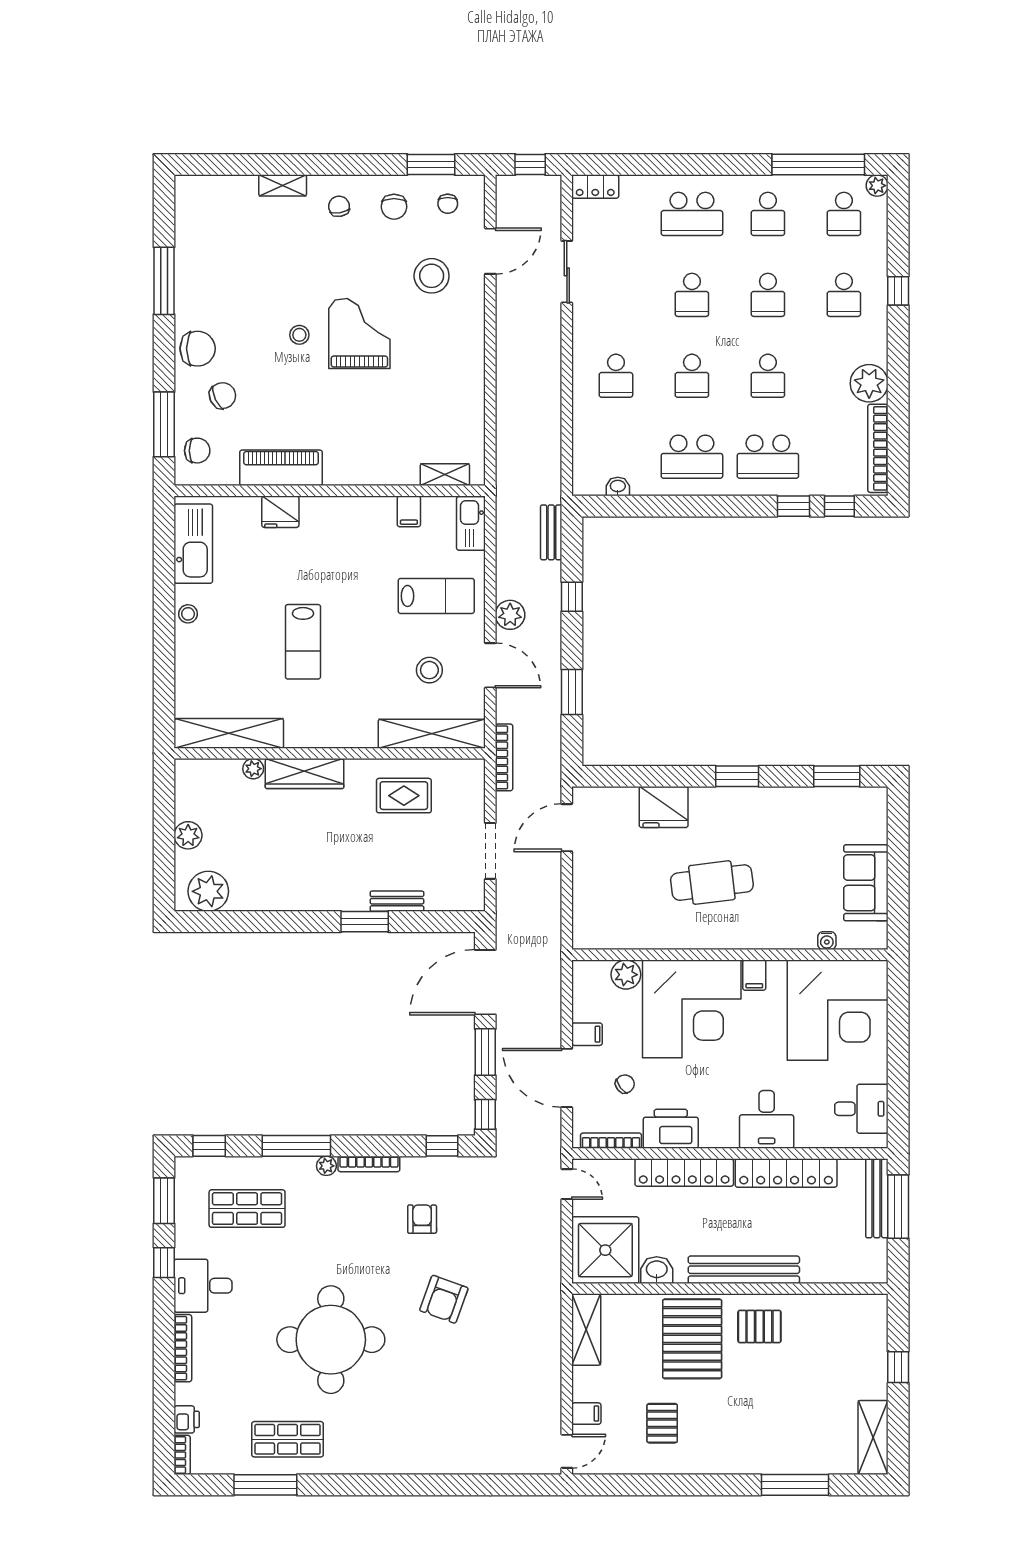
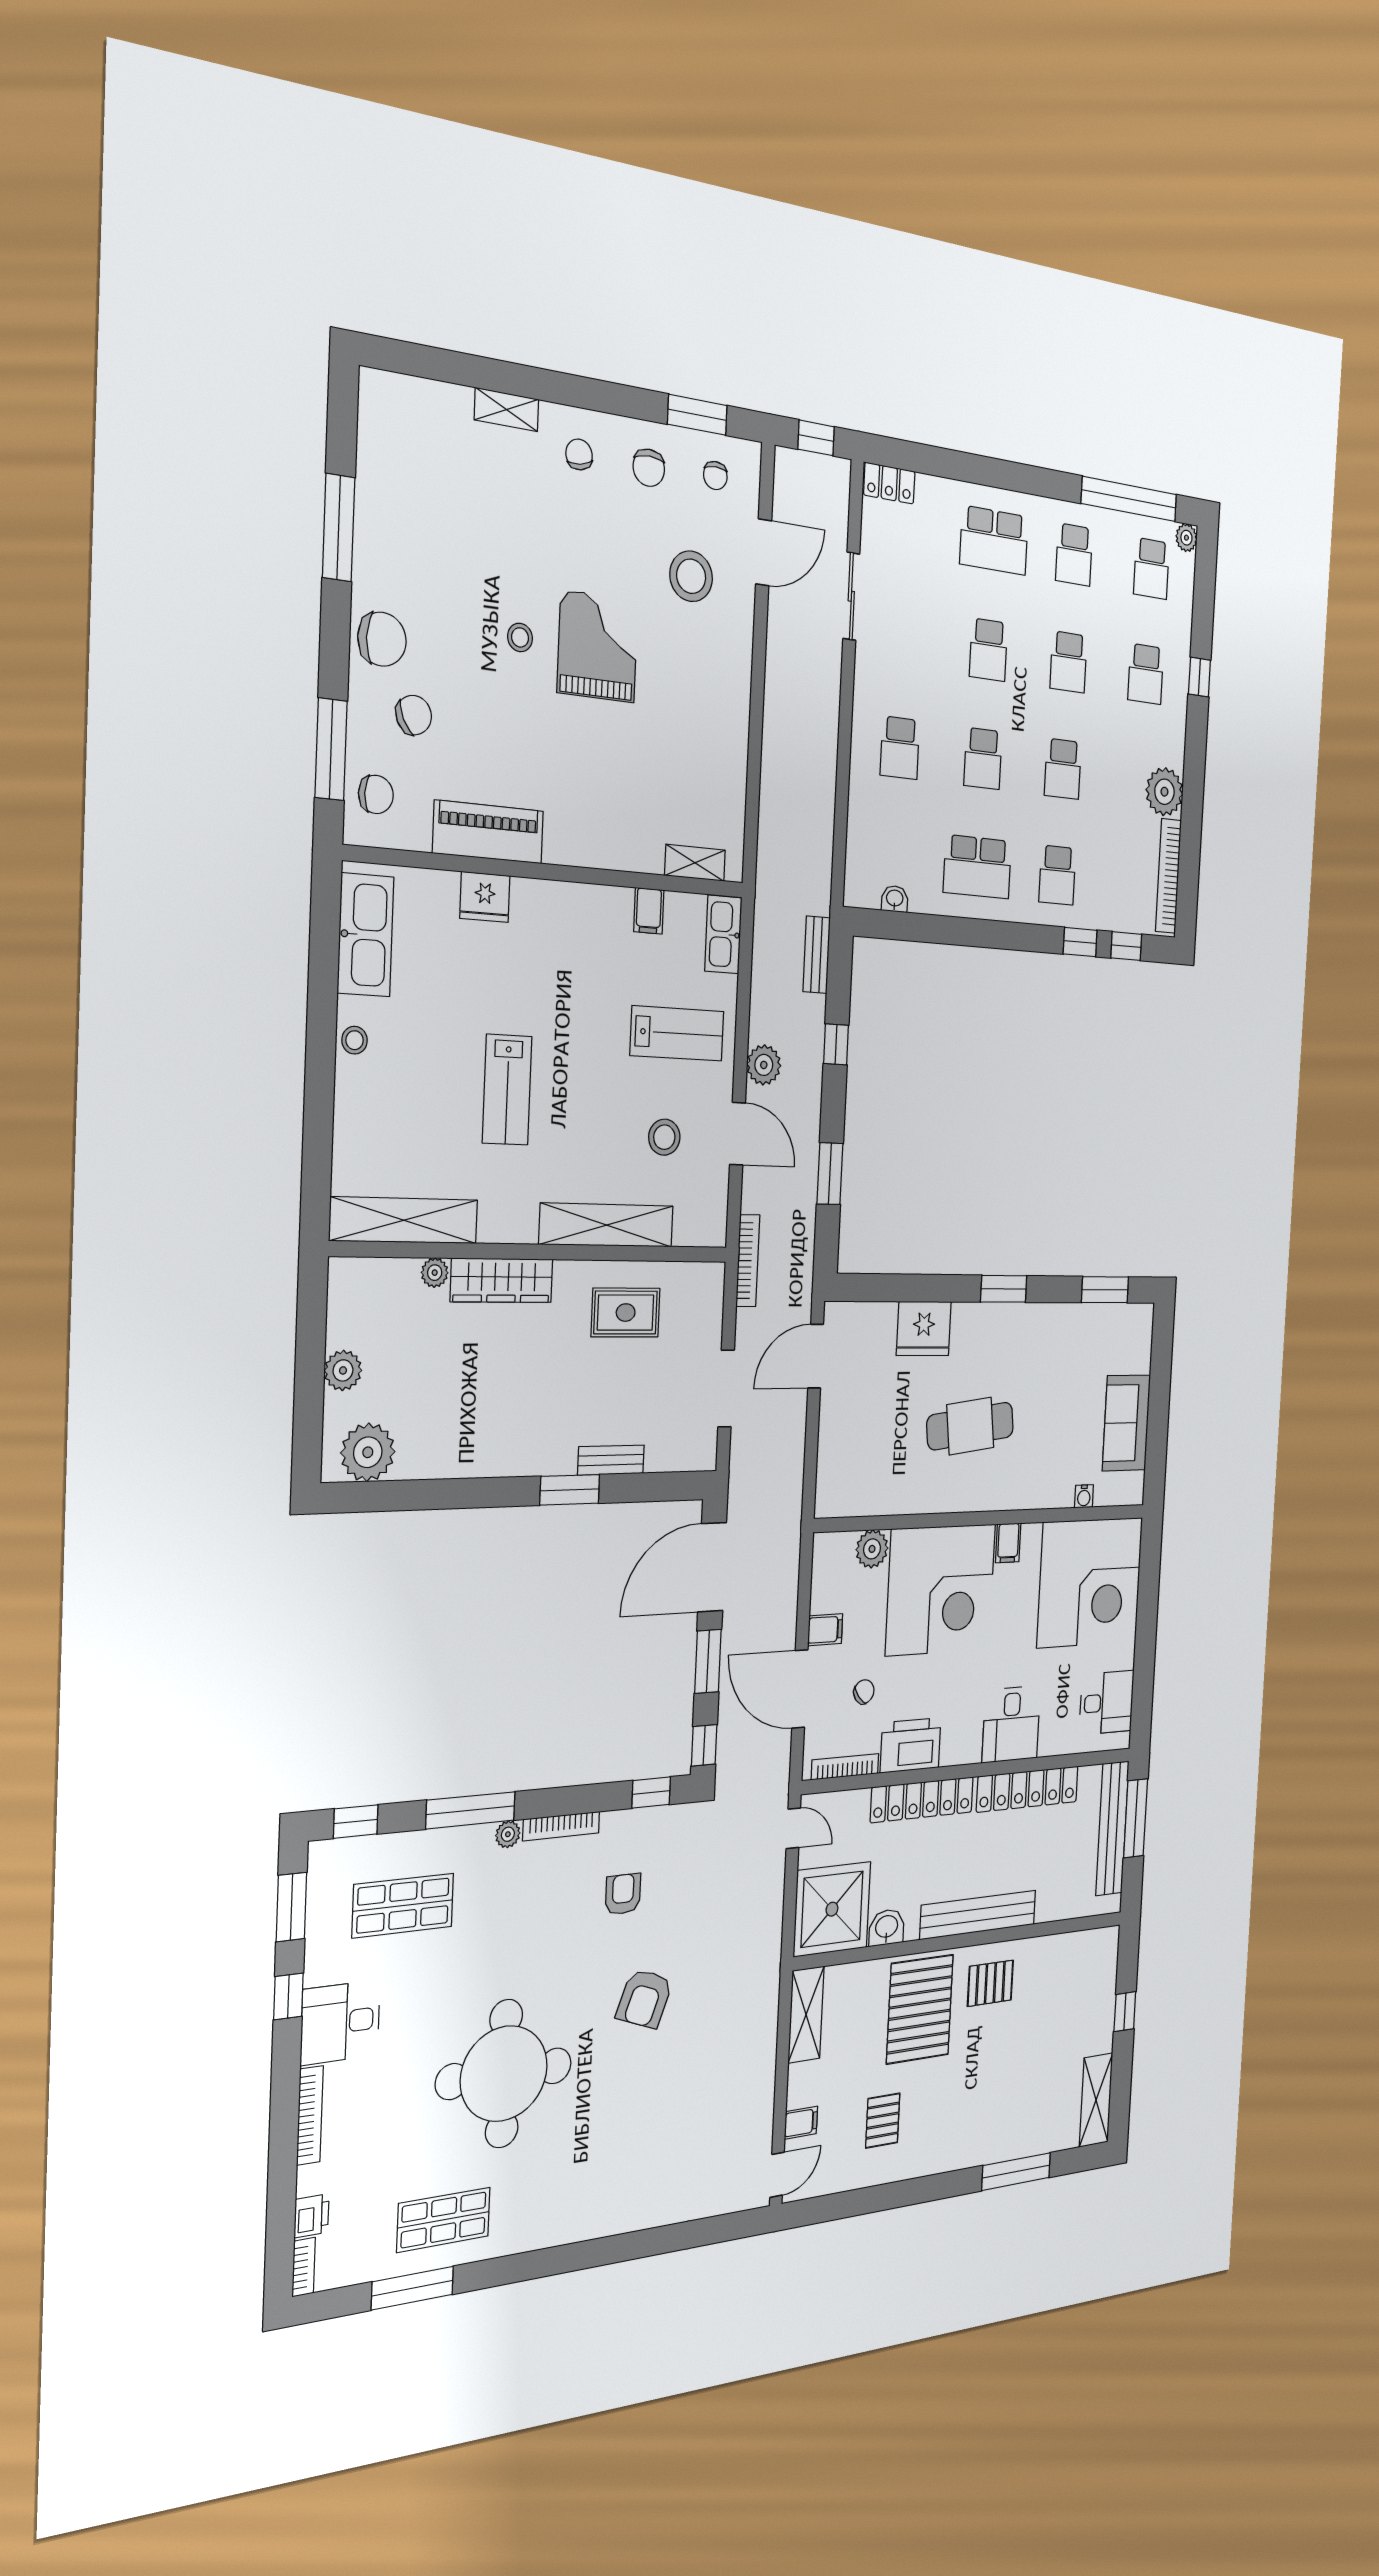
school desk: (768, 457) -> (1057, 875), width x0.54
shelving: (432, 734) -> (607, 1225), moved
bench: (877, 1198) -> (1112, 1828), width x1.37, depth x1.21

